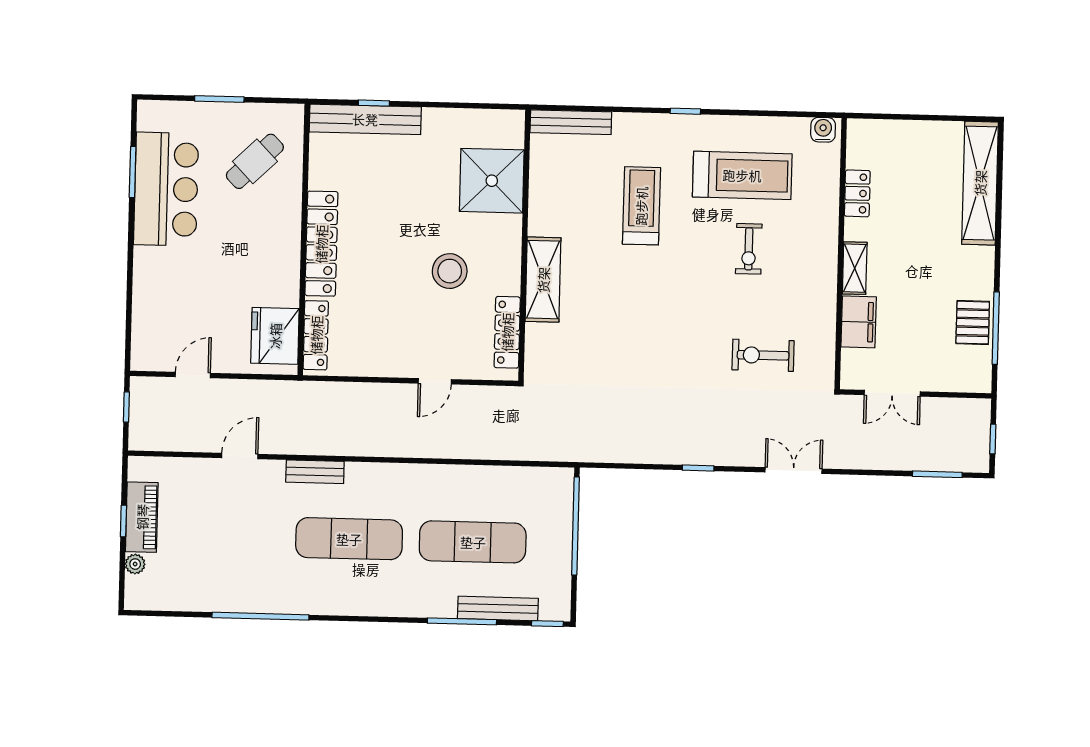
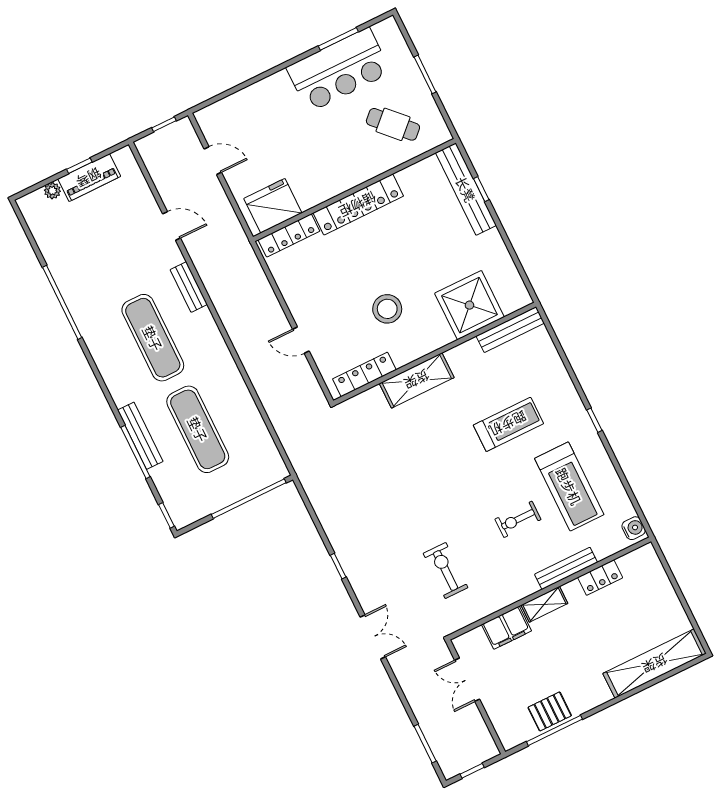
bench: (571, 122) -> (510, 330), moved, turned 90
bench: (828, 225) -> (566, 568), added
bench: (498, 608) -> (140, 436), moved

